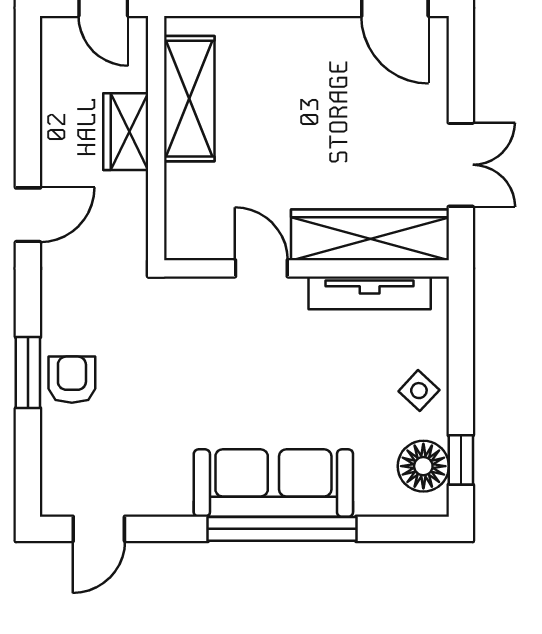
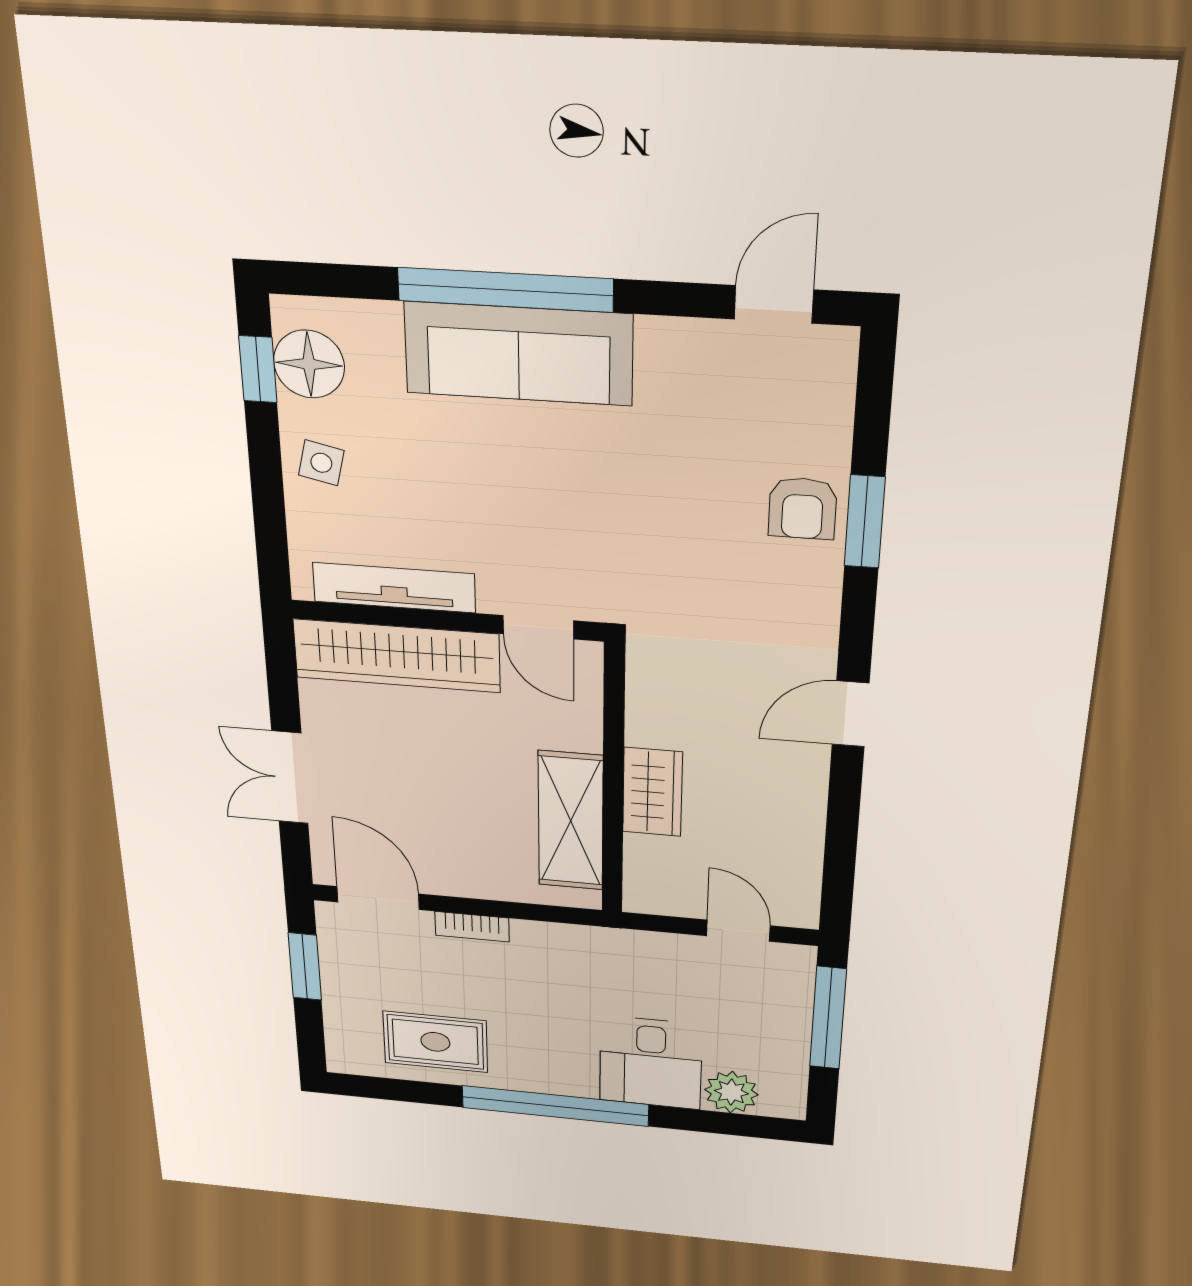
shelving: (189, 99) -> (571, 821), moved
wardrobe: (126, 132) -> (652, 792), moved
wall: (156, 138) -> (613, 782), moved
double door: (461, 165) -> (290, 778), moved
side table: (419, 391) -> (321, 463), turned -30

